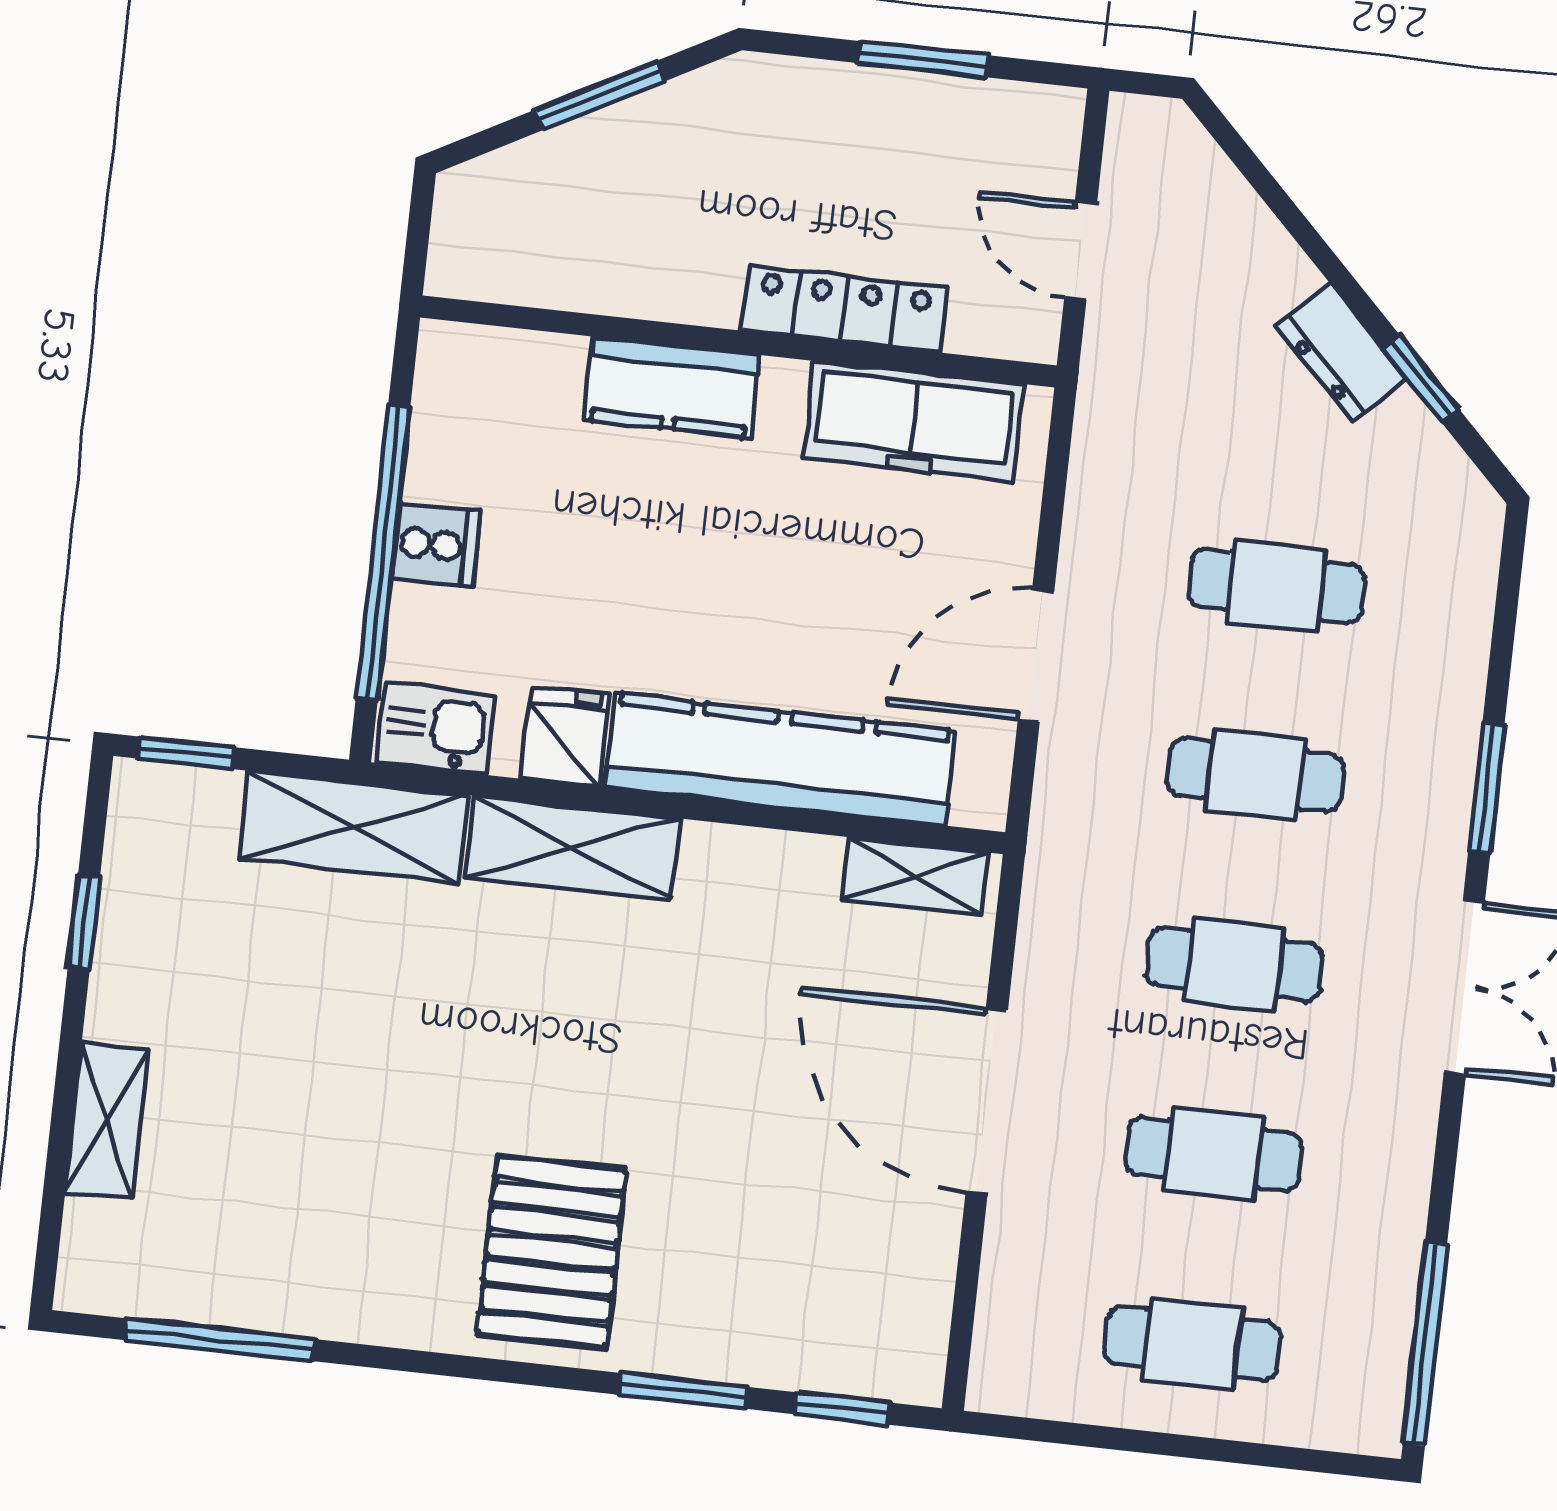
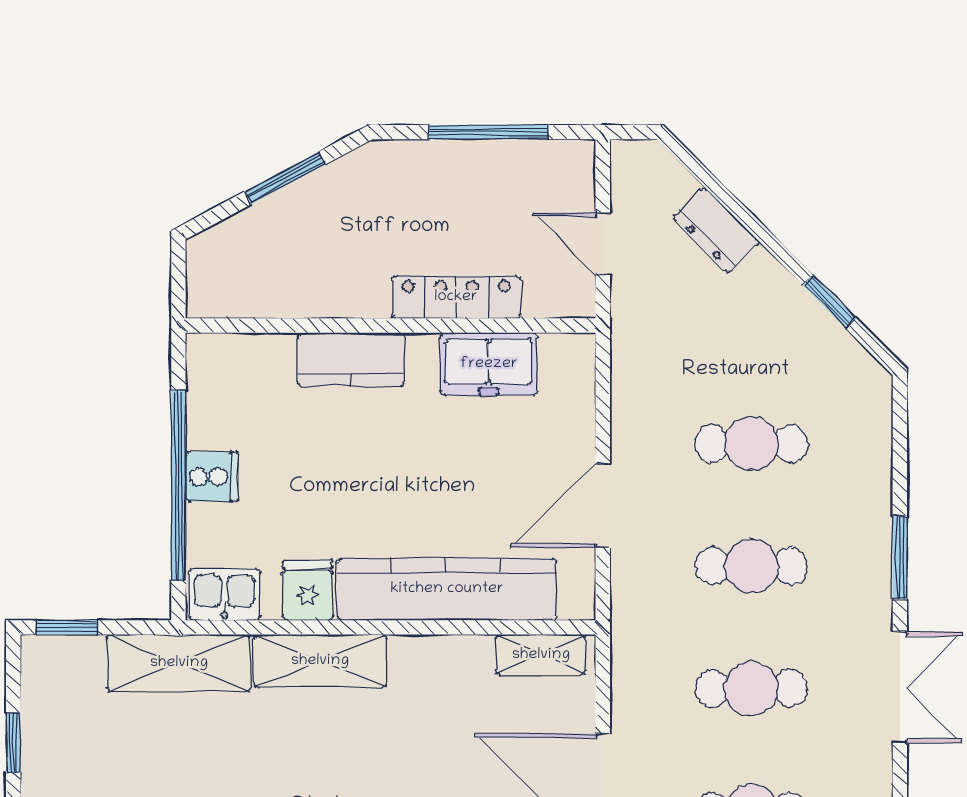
window: (923, 59) -> (488, 132), width x1.44
dresser: (1341, 353) -> (716, 230), moved
freezer: (914, 421) -> (489, 364), width x0.71

